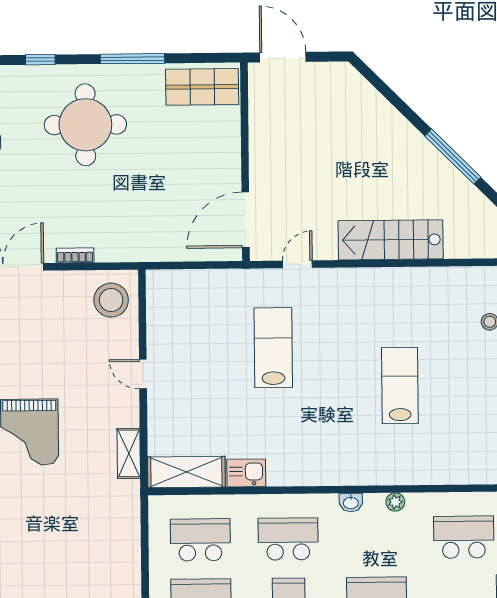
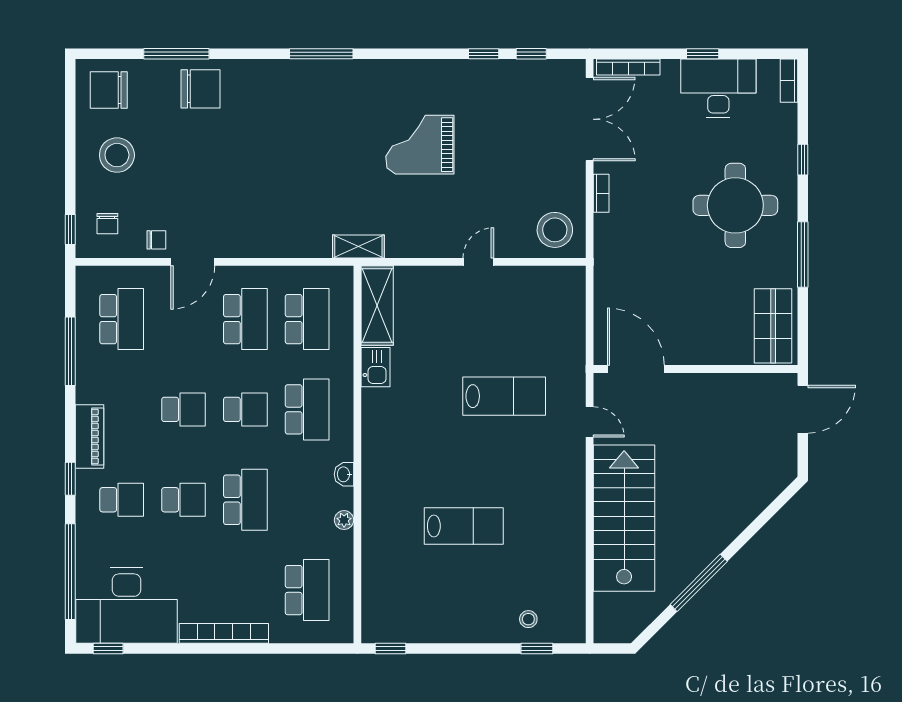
stairs: (391, 240) -> (624, 518), width x1.36, depth x1.51
shelving: (129, 453) -> (358, 246), moved

